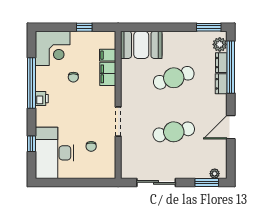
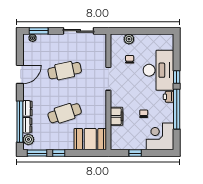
window: (181, 27) -> (59, 153), added
filing cabinet: (108, 55) -> (117, 131), removed
window: (31, 144) -> (177, 77), moved
desk: (55, 153) -> (158, 70), moved
plant: (92, 172) -> (129, 39), added

